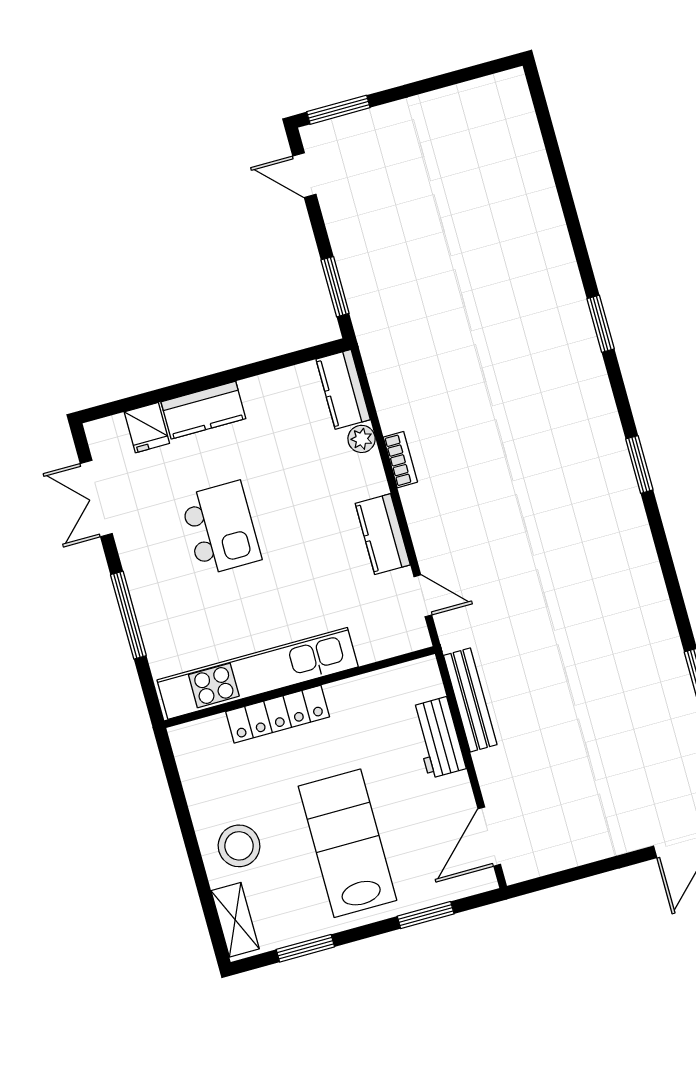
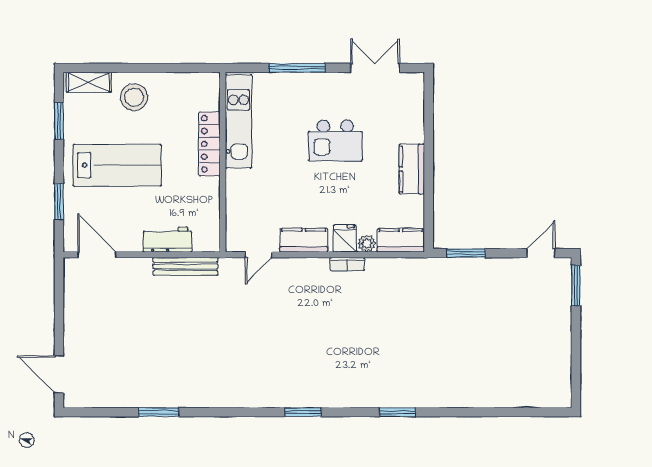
kitchen counter: (203, 410) -> (412, 169), moved
fridge: (147, 428) -> (345, 239), moved, turned 90
kitchen unit: (258, 673) -> (238, 121), width x0.73

